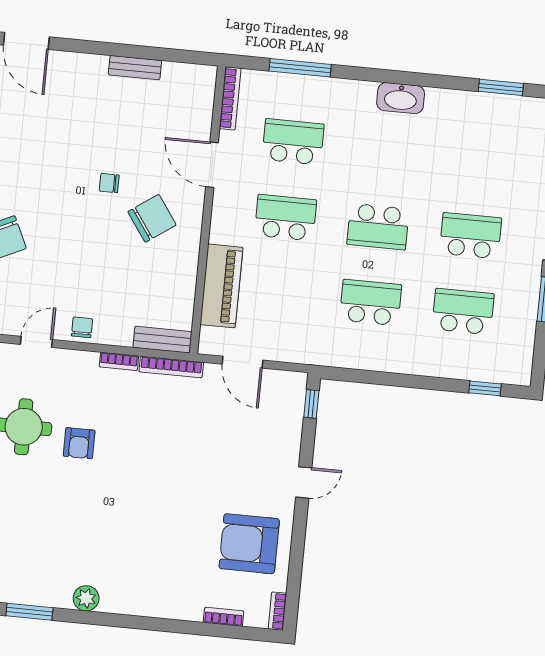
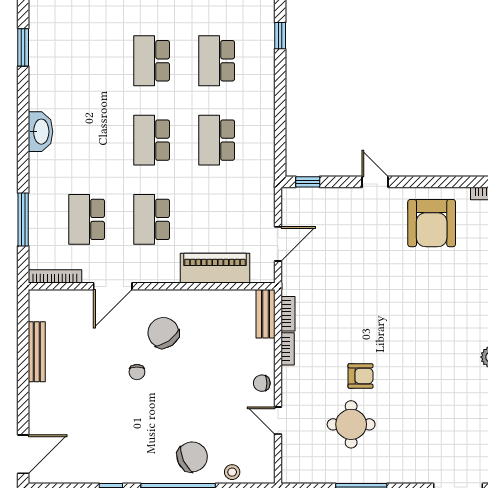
bench: (135, 68) -> (37, 352), width x1.36
school desk: (378, 227) -> (152, 140), turned 180
bookcase: (171, 367) -> (288, 314), width x0.64

